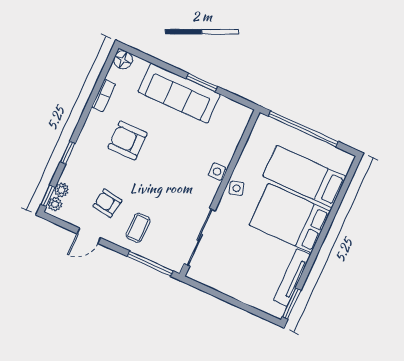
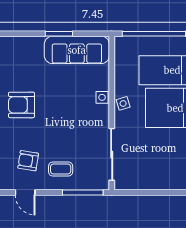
sofa: (179, 93) -> (77, 50), moved
coffee table: (138, 228) -> (61, 169), turned 90
door: (89, 236) -> (25, 193), hinge flipped

